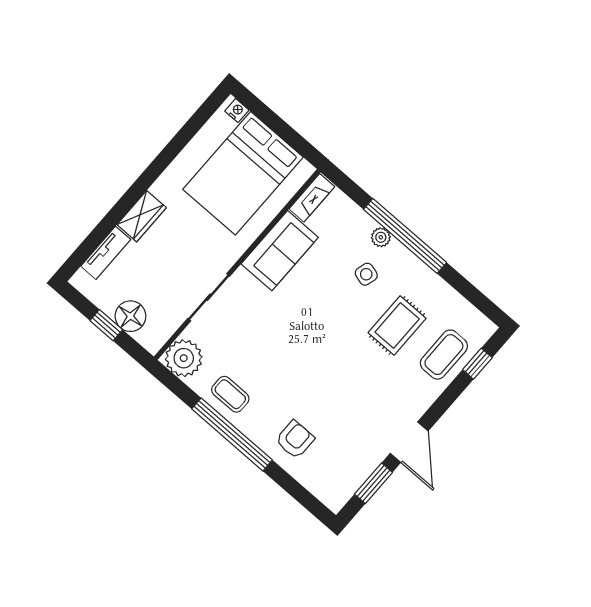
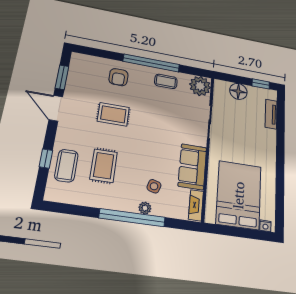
wardrobe: (142, 216) -> (269, 142), removed
side table: (366, 274) -> (154, 186), moved
window: (106, 325) -> (261, 84), moved
window: (477, 364) -> (46, 158), moved
rug: (338, 389) -> (113, 114), added

